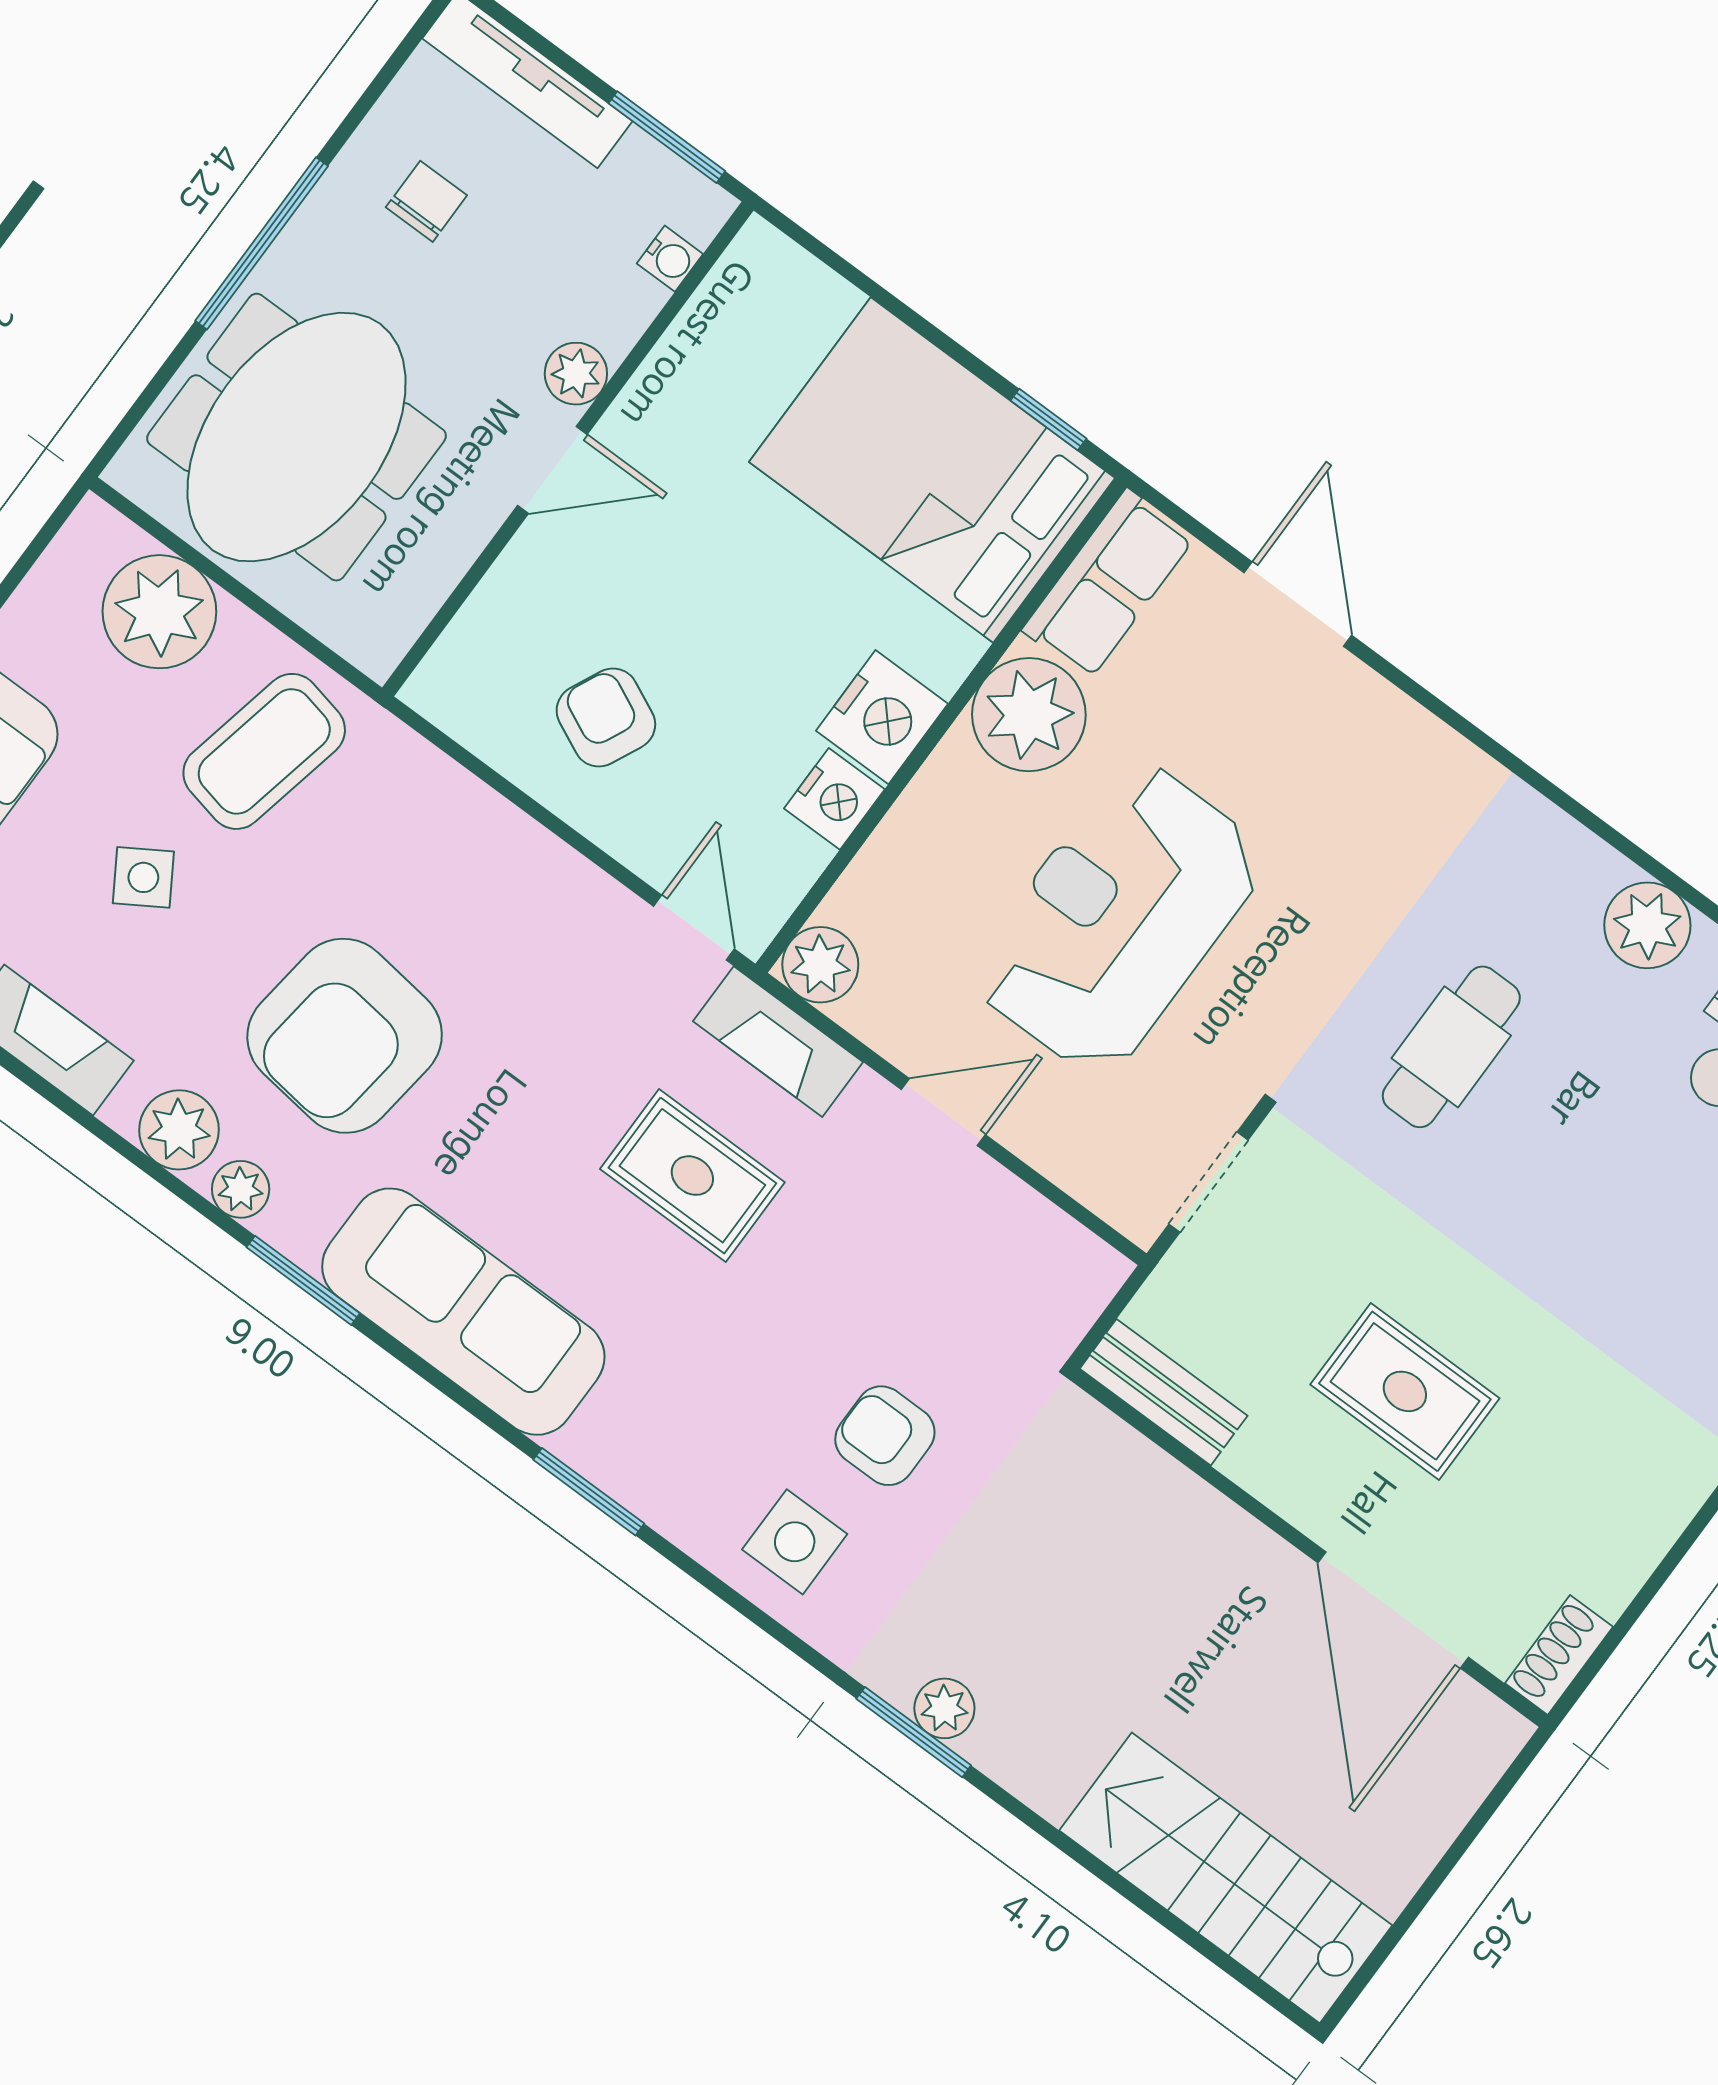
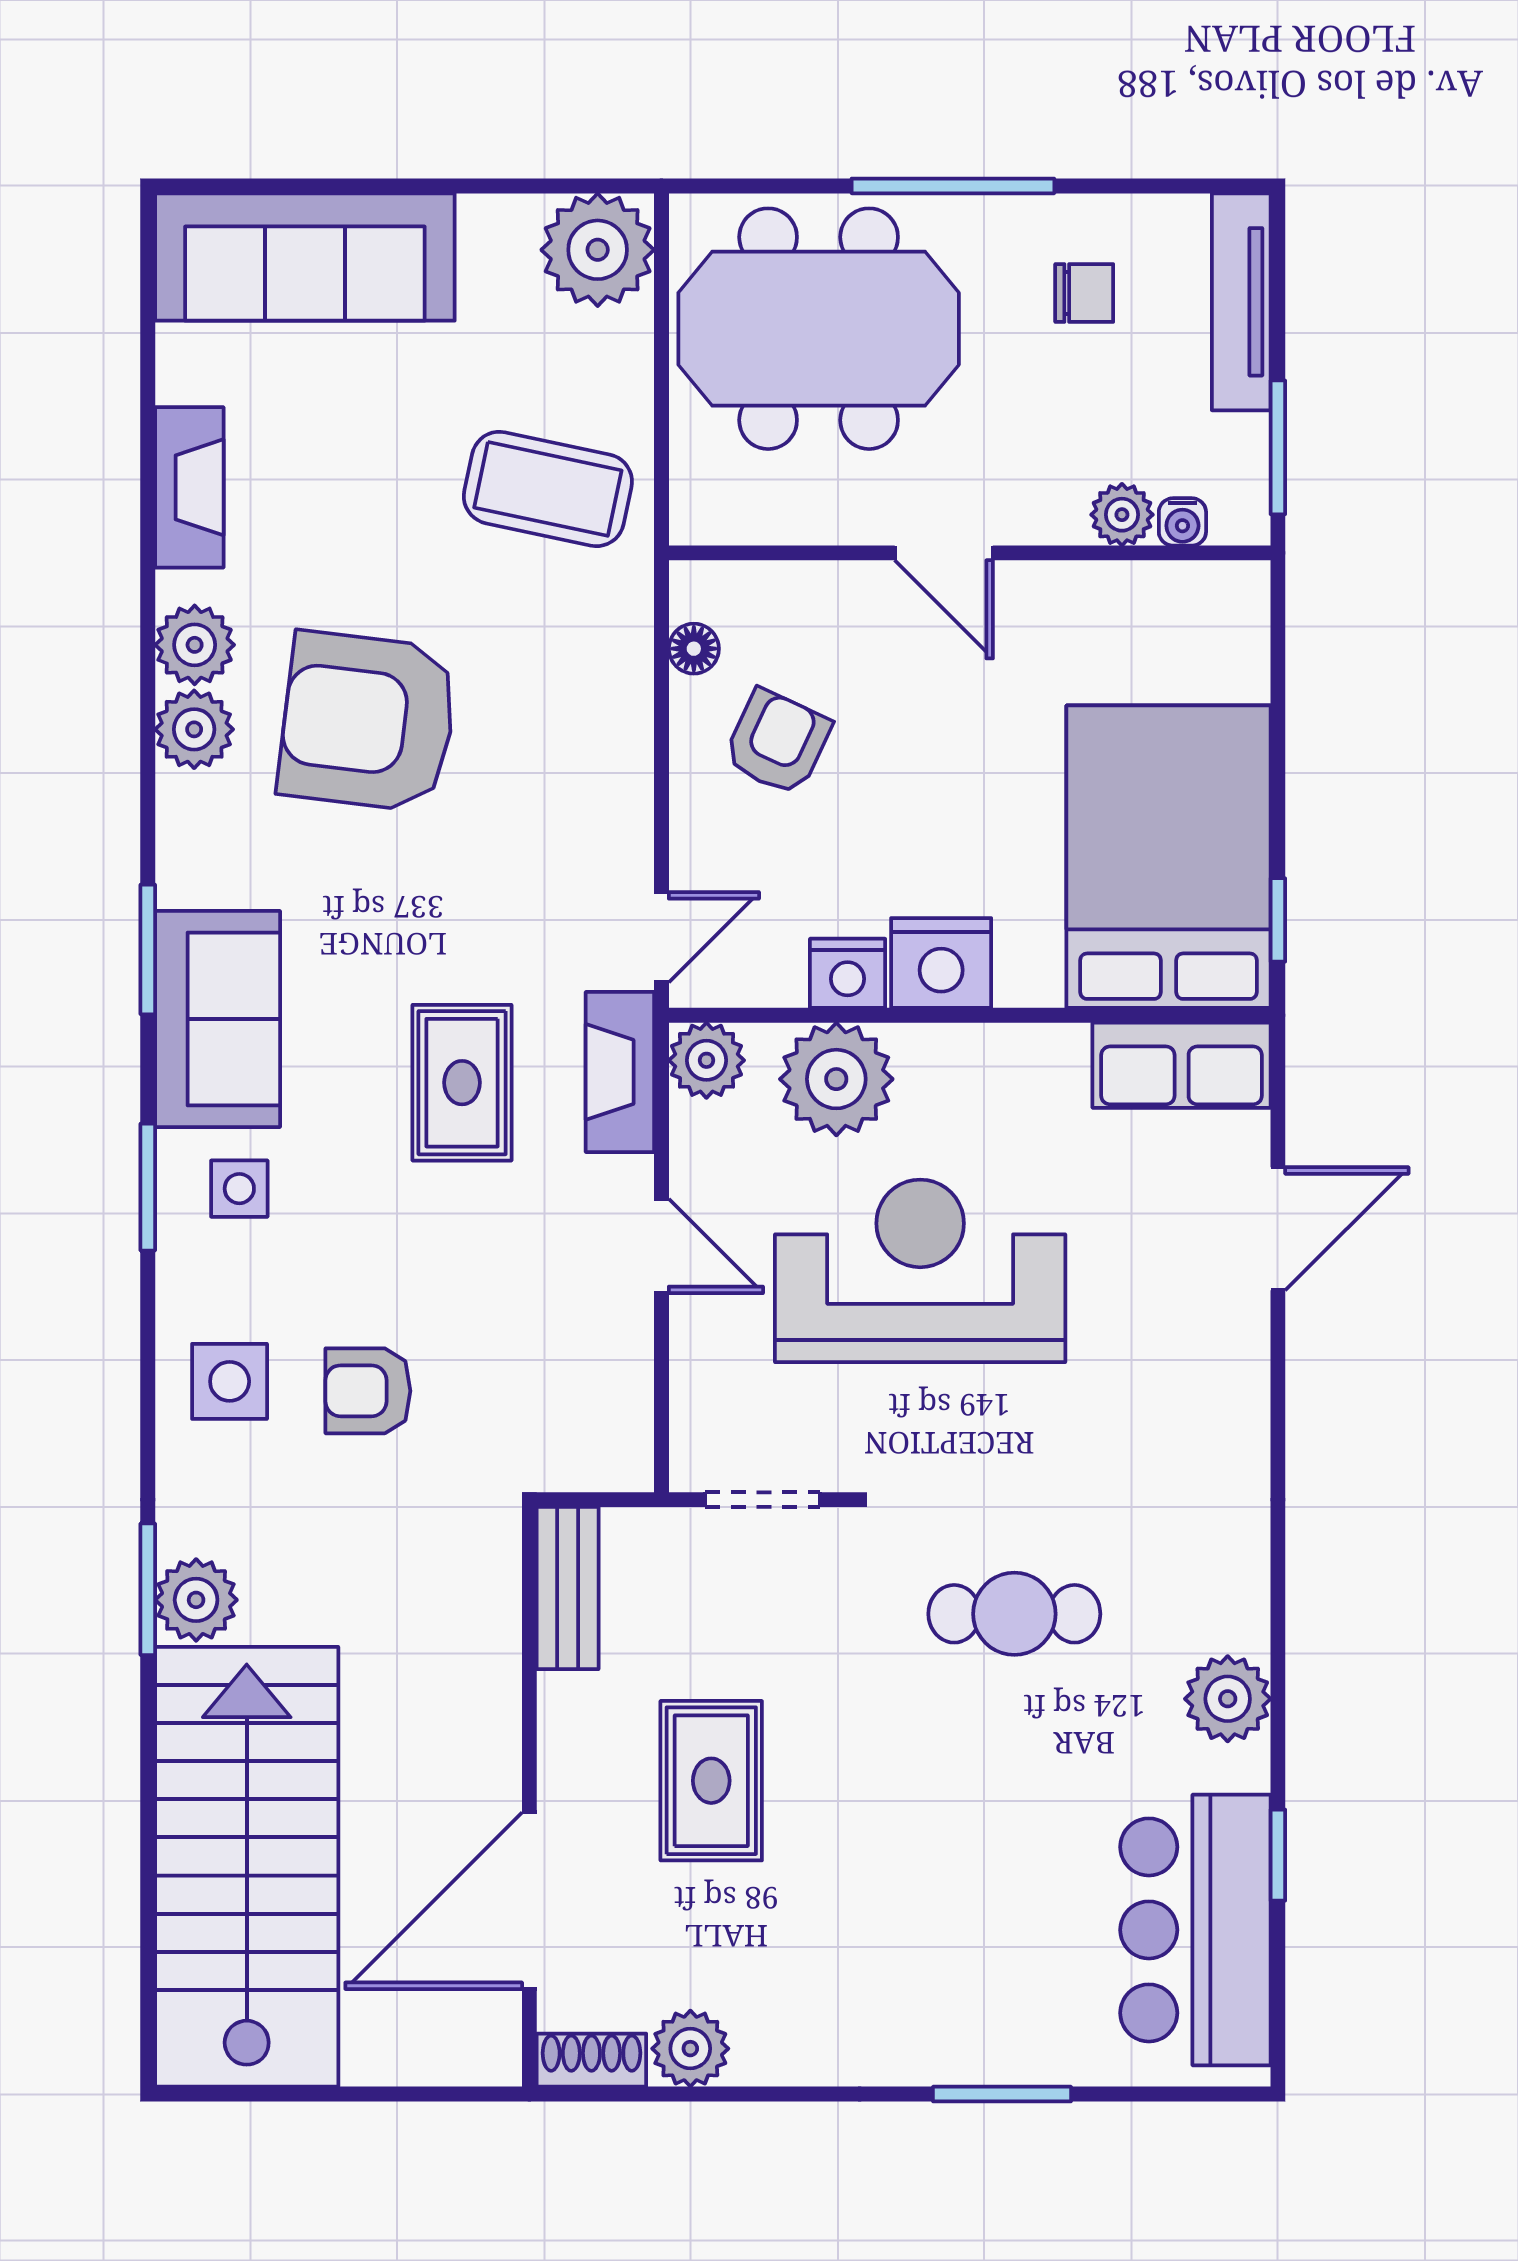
plant: (576, 374) -> (1122, 515), moved
plant: (159, 612) -> (598, 250), moved
plant: (1029, 715) -> (836, 1079), moved
floor lamp: (480, 729) -> (694, 649), added
side table: (143, 877) -> (239, 1189), moved, turned 32
plant: (241, 1189) -> (194, 729), width x1.38, depth x1.38
window: (303, 1280) -> (148, 949), moved
sofa: (463, 1312) -> (218, 1019), width x0.73
armchair: (885, 1436) -> (368, 1391), turned -90
plant: (1609, 1568) -> (690, 2049), added
plant: (944, 1708) -> (196, 1600), width x1.38, depth x1.38
stairs: (1226, 1878) -> (247, 1867), width x1.36, depth x1.51

